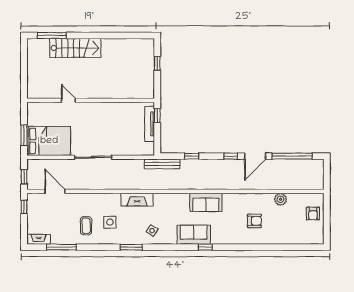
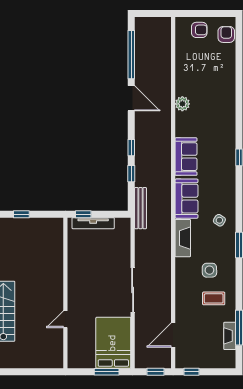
window: (230, 156) -> (131, 148), moved
plant: (280, 199) -> (182, 104), moved
armchair: (254, 221) -> (226, 34), moved
sofa: (194, 235) -> (186, 199), moved, turned 180
fireplace: (39, 239) -> (230, 336), moved

